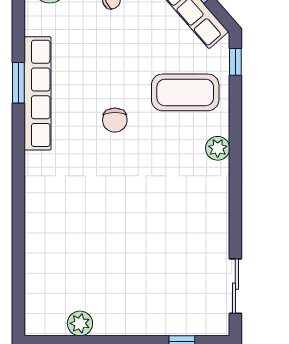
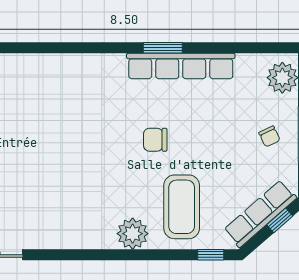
window: (18, 83) -> (163, 48), moved
plant: (218, 148) -> (133, 234), width x1.36, depth x1.36

